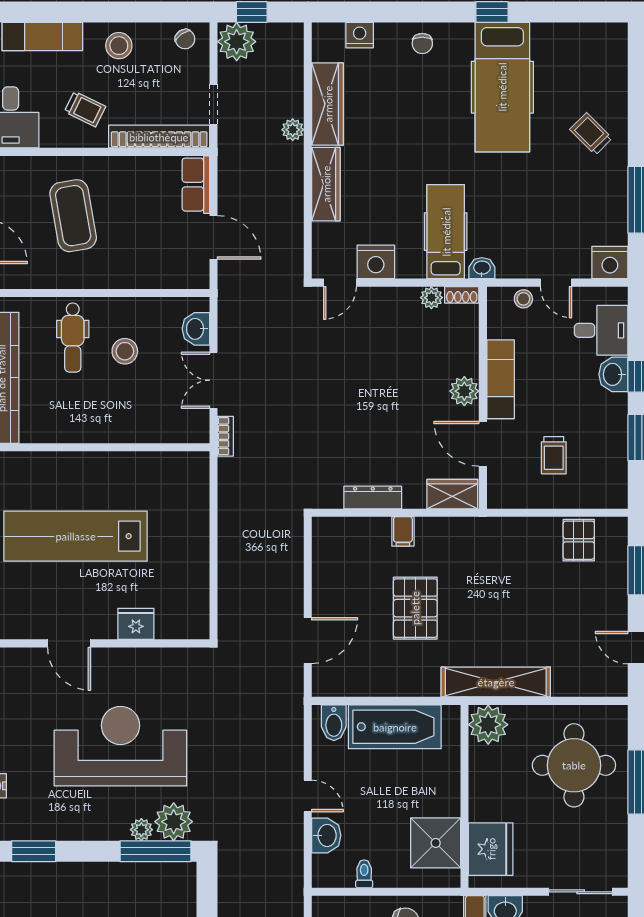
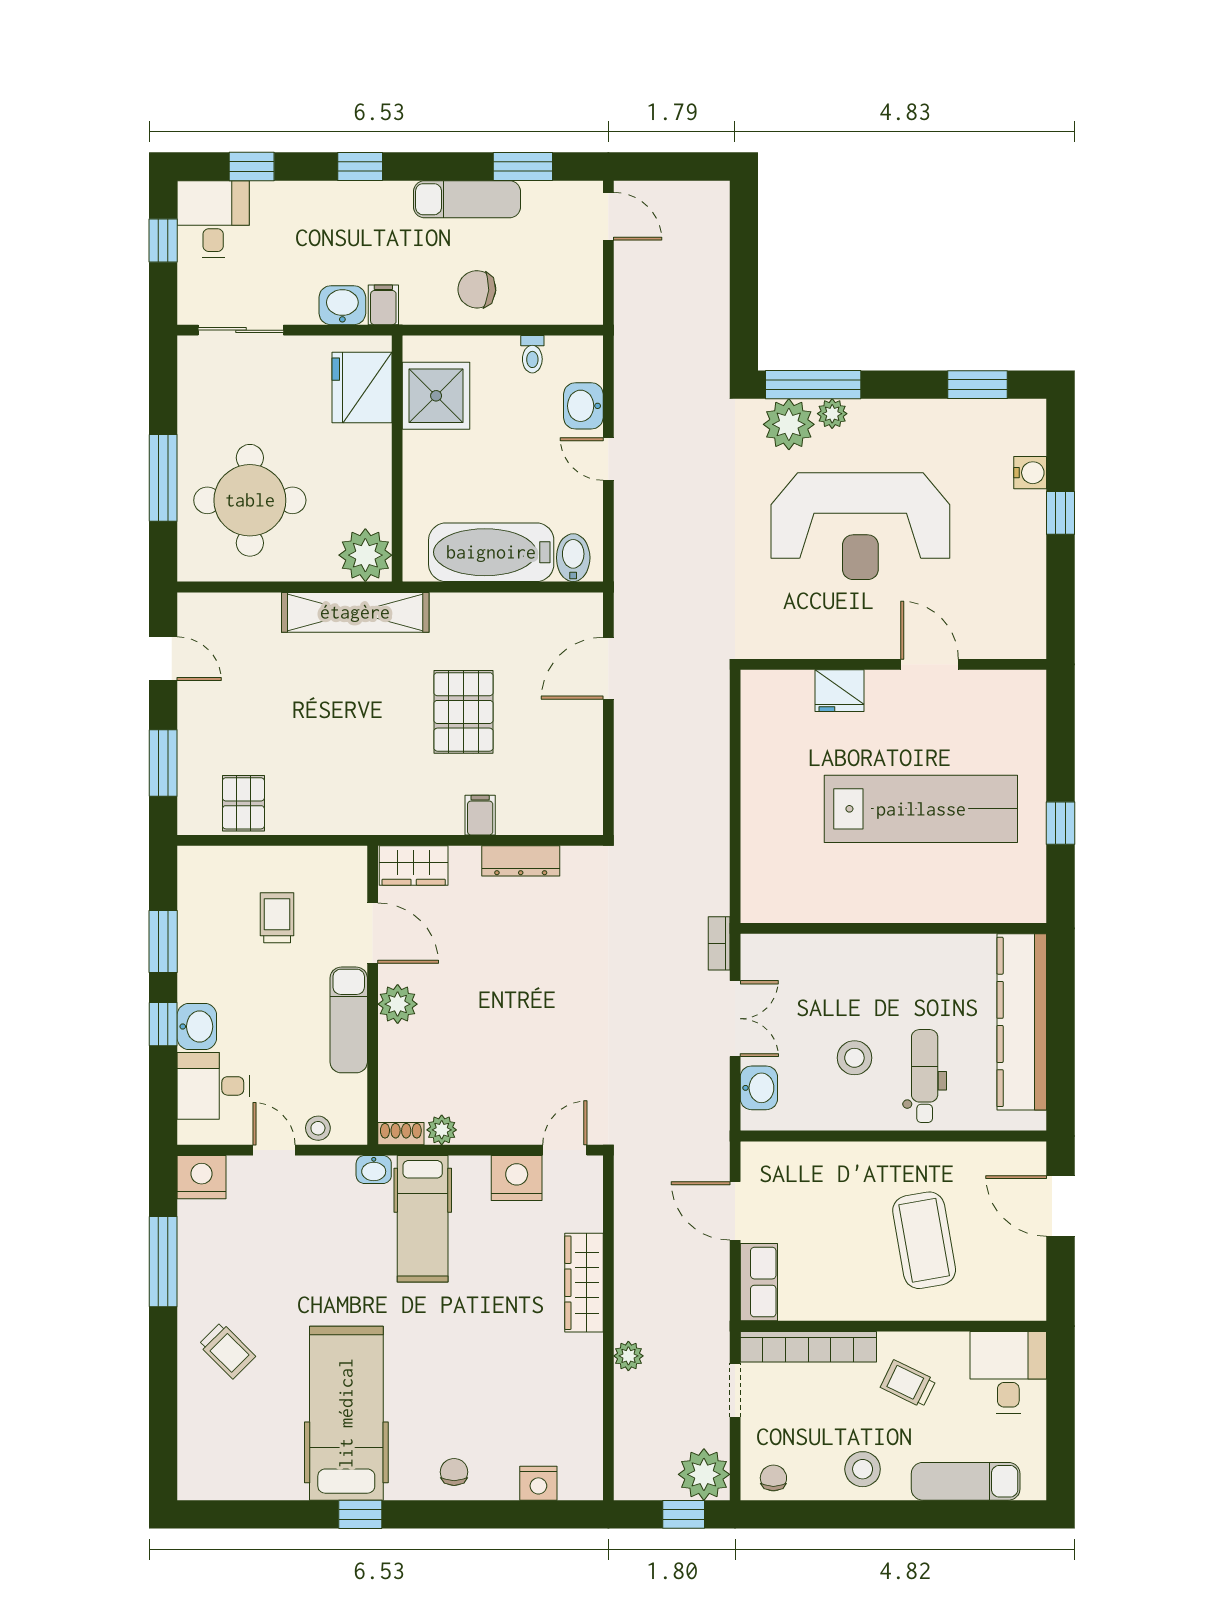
chair: (185, 39) -> (773, 1478), turned 36
wardrobe: (328, 104) -> (582, 1390), removed

